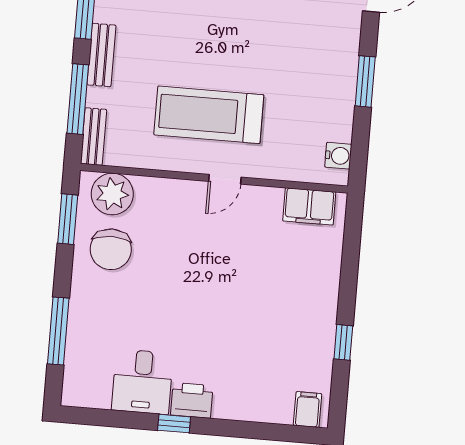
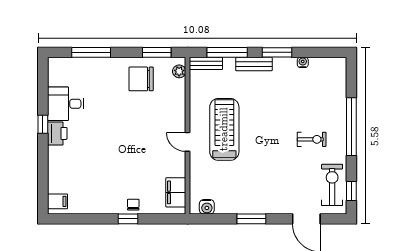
plant: (112, 194) -> (179, 71), width x0.53, depth x0.53
chair: (324, 281) -> (133, 205), added
window: (343, 342) -> (128, 219), moved

